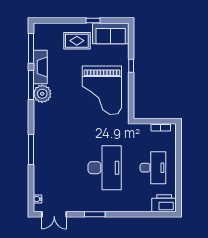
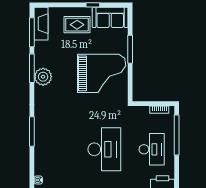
window: (131, 66) -> (130, 49), width x2.17
fireplace: (40, 67) -> (41, 24), moved
grand piano: (102, 90) -> (102, 73), turned -90
window: (178, 153) -> (177, 135), added

